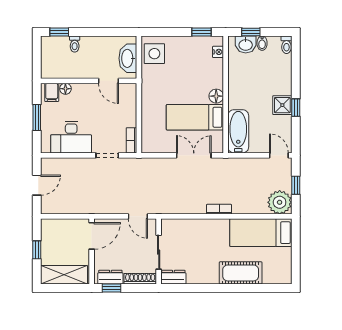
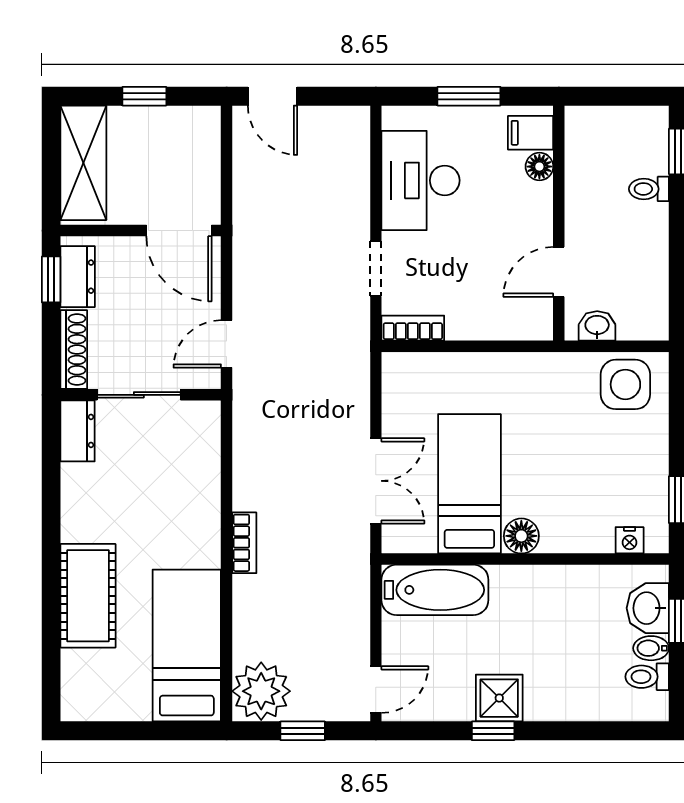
toilet: (286, 45) -> (647, 677), moved
washbasin: (128, 58) -> (597, 326), width x0.52, depth x0.69
door: (37, 185) -> (273, 96), moved

